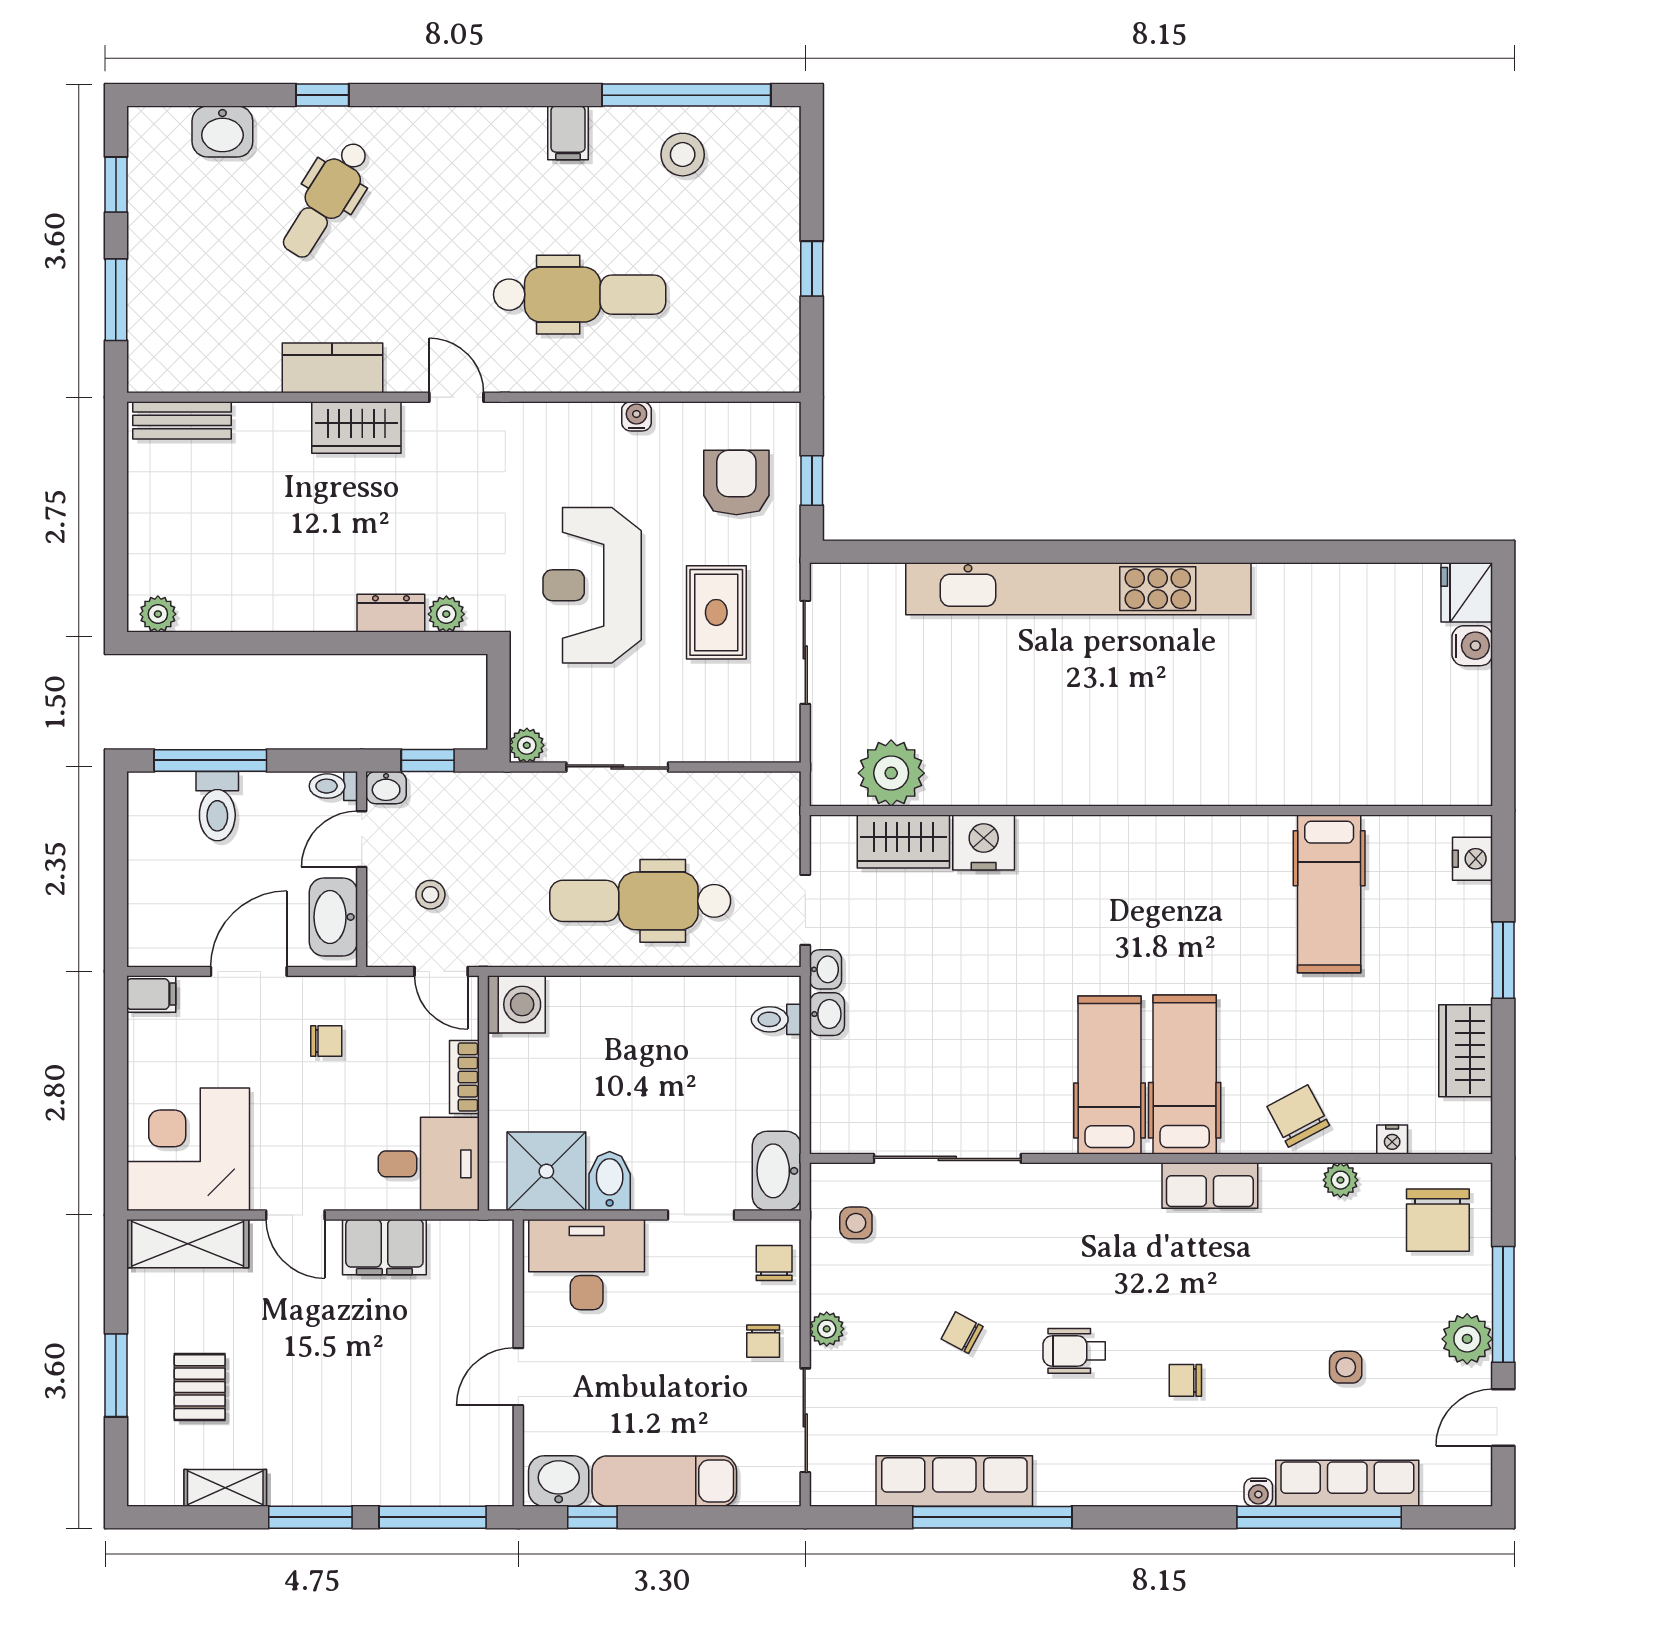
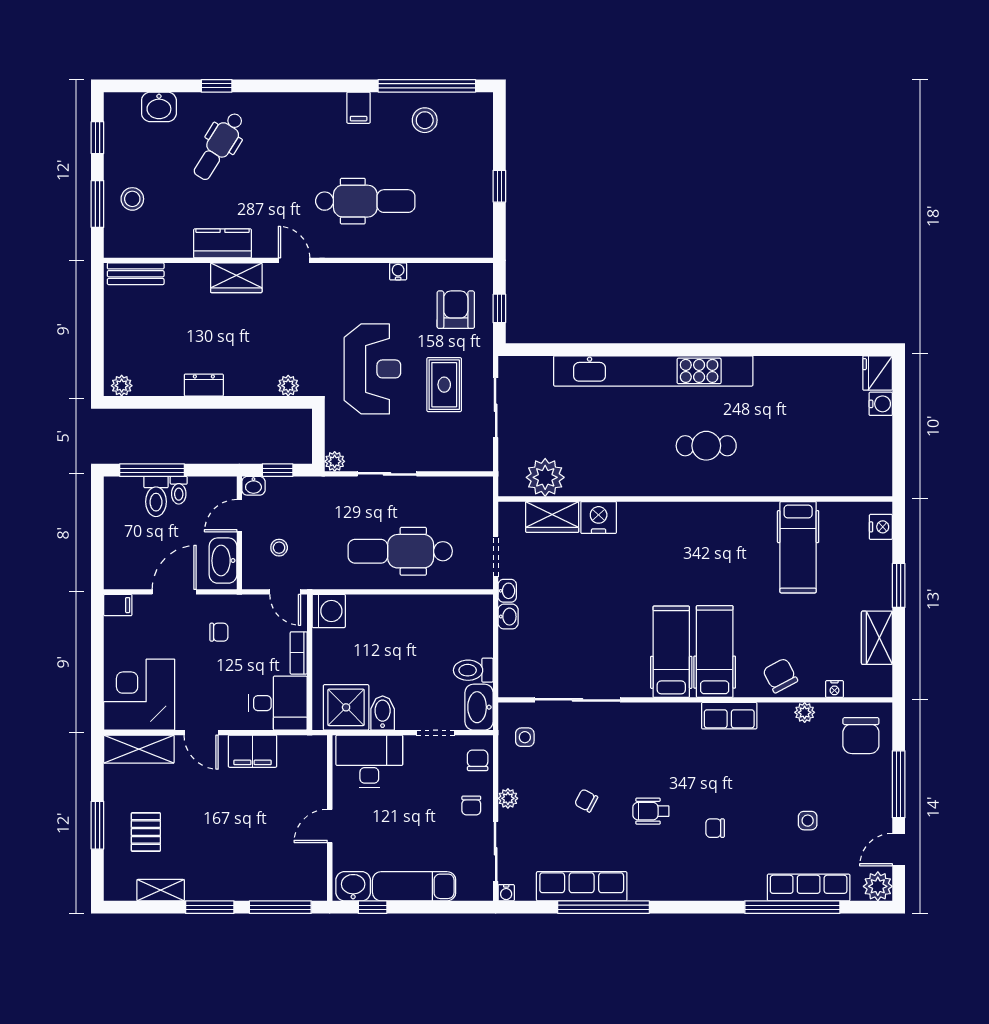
stool: (176, 291) -> (132, 199), added
reception desk: (592, 585) -> (372, 369), turned 180
dresser: (391, 613) -> (204, 385), moved
cafe table: (1170, 718) -> (706, 446), added
toilet: (333, 786) -> (179, 490), moved, turned -90
toilet: (776, 1019) -> (473, 670), moved, width x1.37, depth x1.39
plant: (1467, 1339) -> (878, 886), moved
water cooler: (1258, 1492) -> (506, 893), moved

